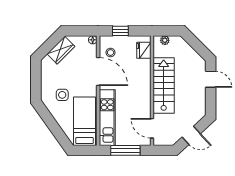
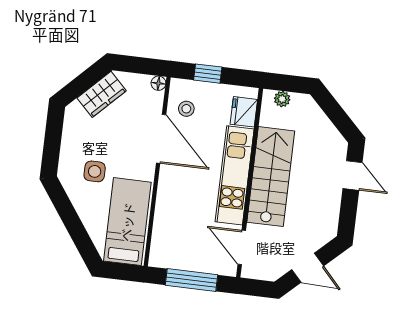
kitchen unit: (107, 118) -> (235, 175), moved, turned 180

